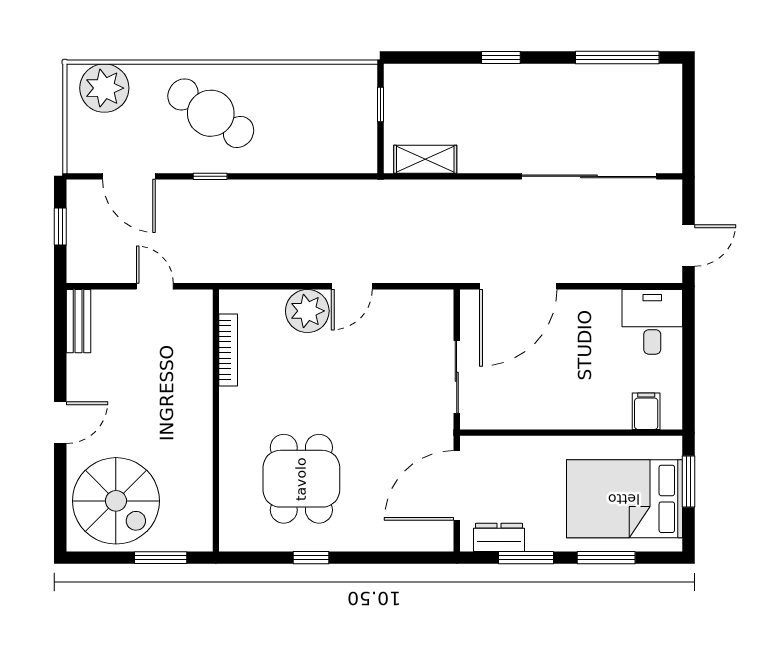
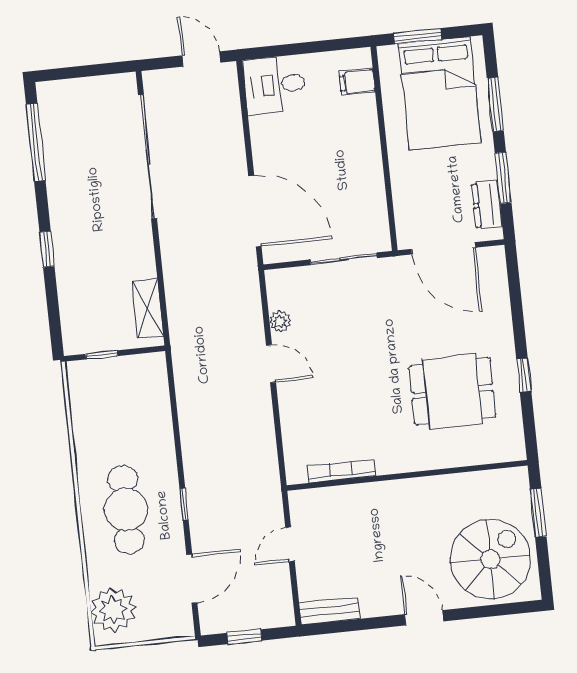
cafe table: (211, 113) -> (126, 510), turned -34
plant: (307, 311) -> (280, 321), moved, width x0.53, depth x0.53

